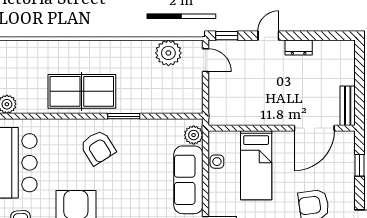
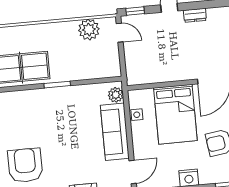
armchair: (98, 148) -> (38, 112), removed
bed: (256, 165) -> (175, 114), width x1.50

